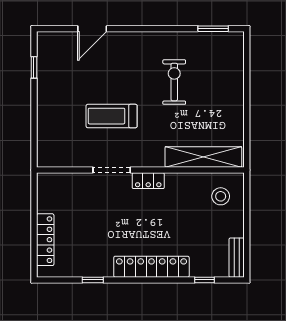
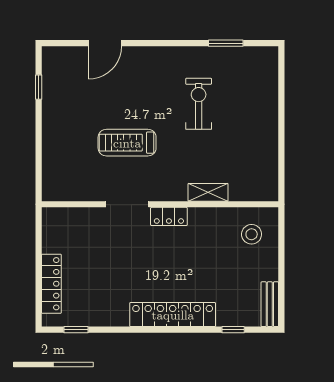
window: (213, 29) -> (226, 43), moved
shelving: (203, 157) -> (208, 192), width x0.45, depth x0.75
window: (93, 280) -> (76, 330), moved

